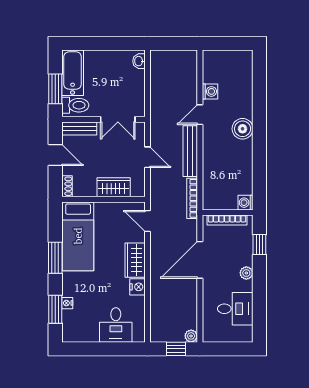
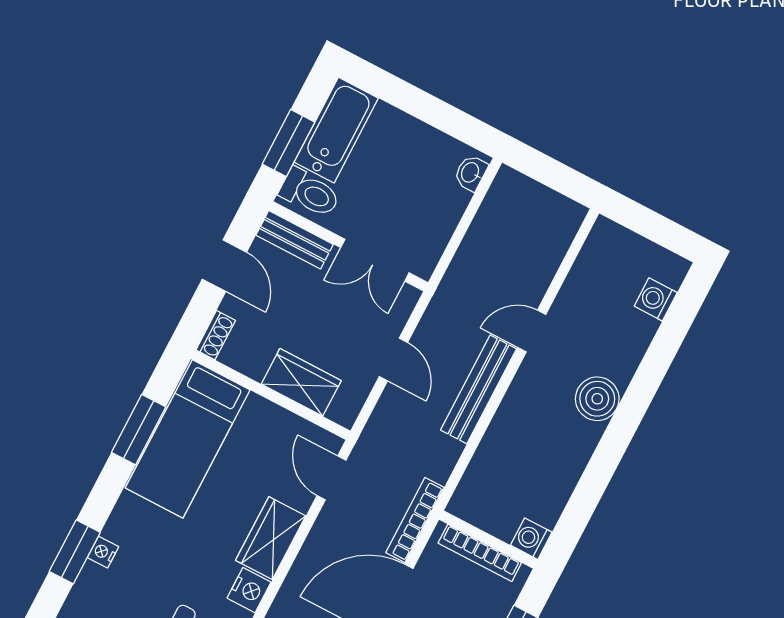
washing machine: (210, 91) -> (656, 299), moved, turned 180
bookcase: (192, 198) -> (415, 520), moved
window: (55, 258) -> (139, 430), moved

